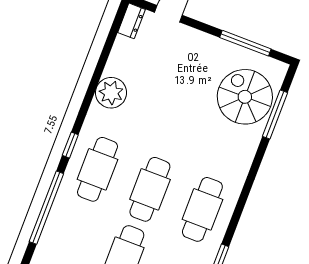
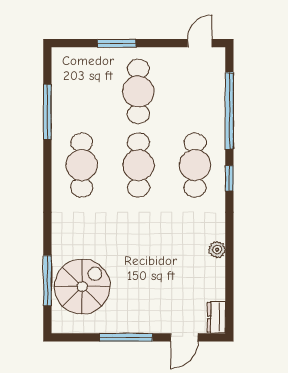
window: (245, 43) -> (126, 337), moved
plant: (111, 93) -> (217, 250), width x0.53, depth x0.53
spiral stairs: (245, 97) -> (82, 287), turned -90

